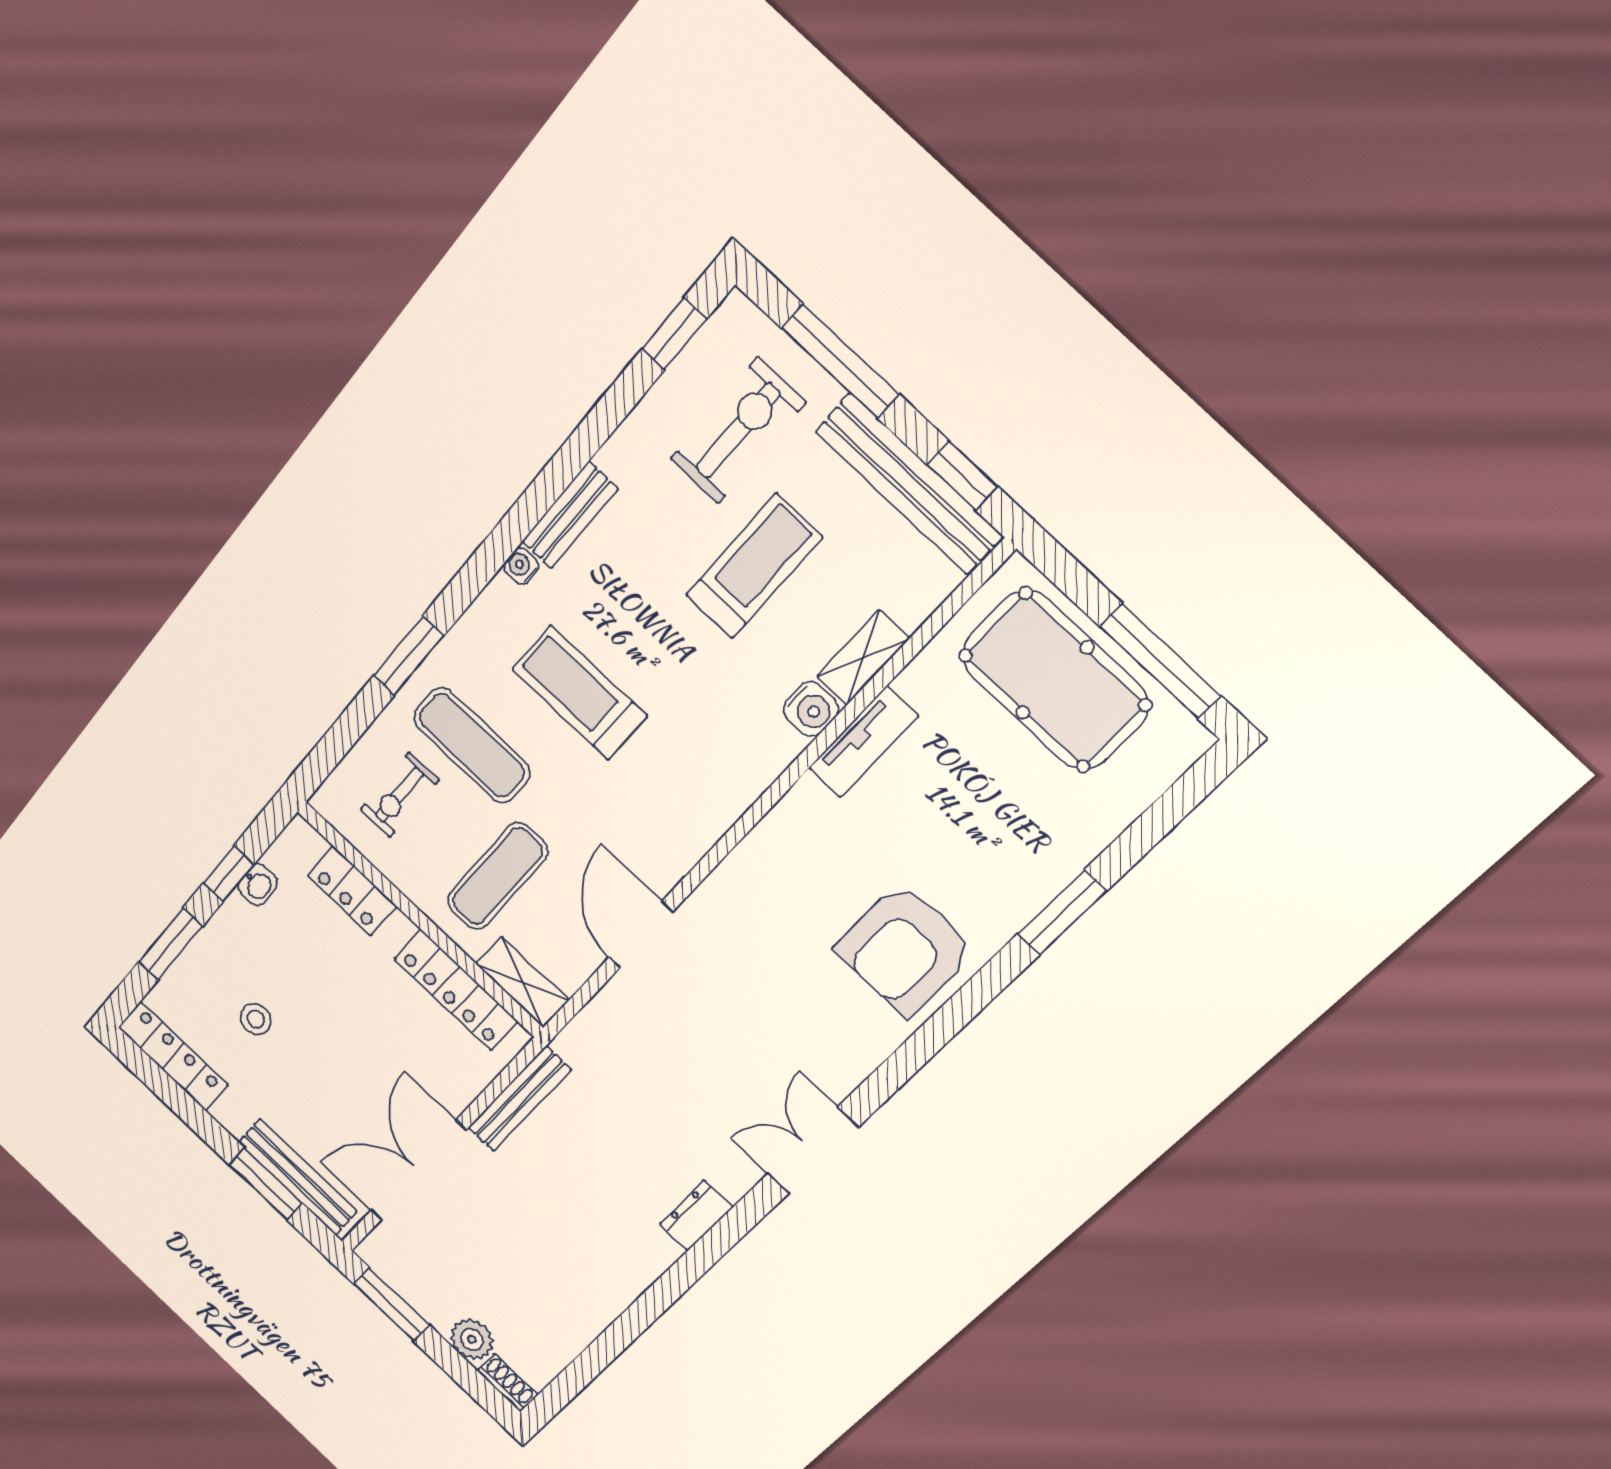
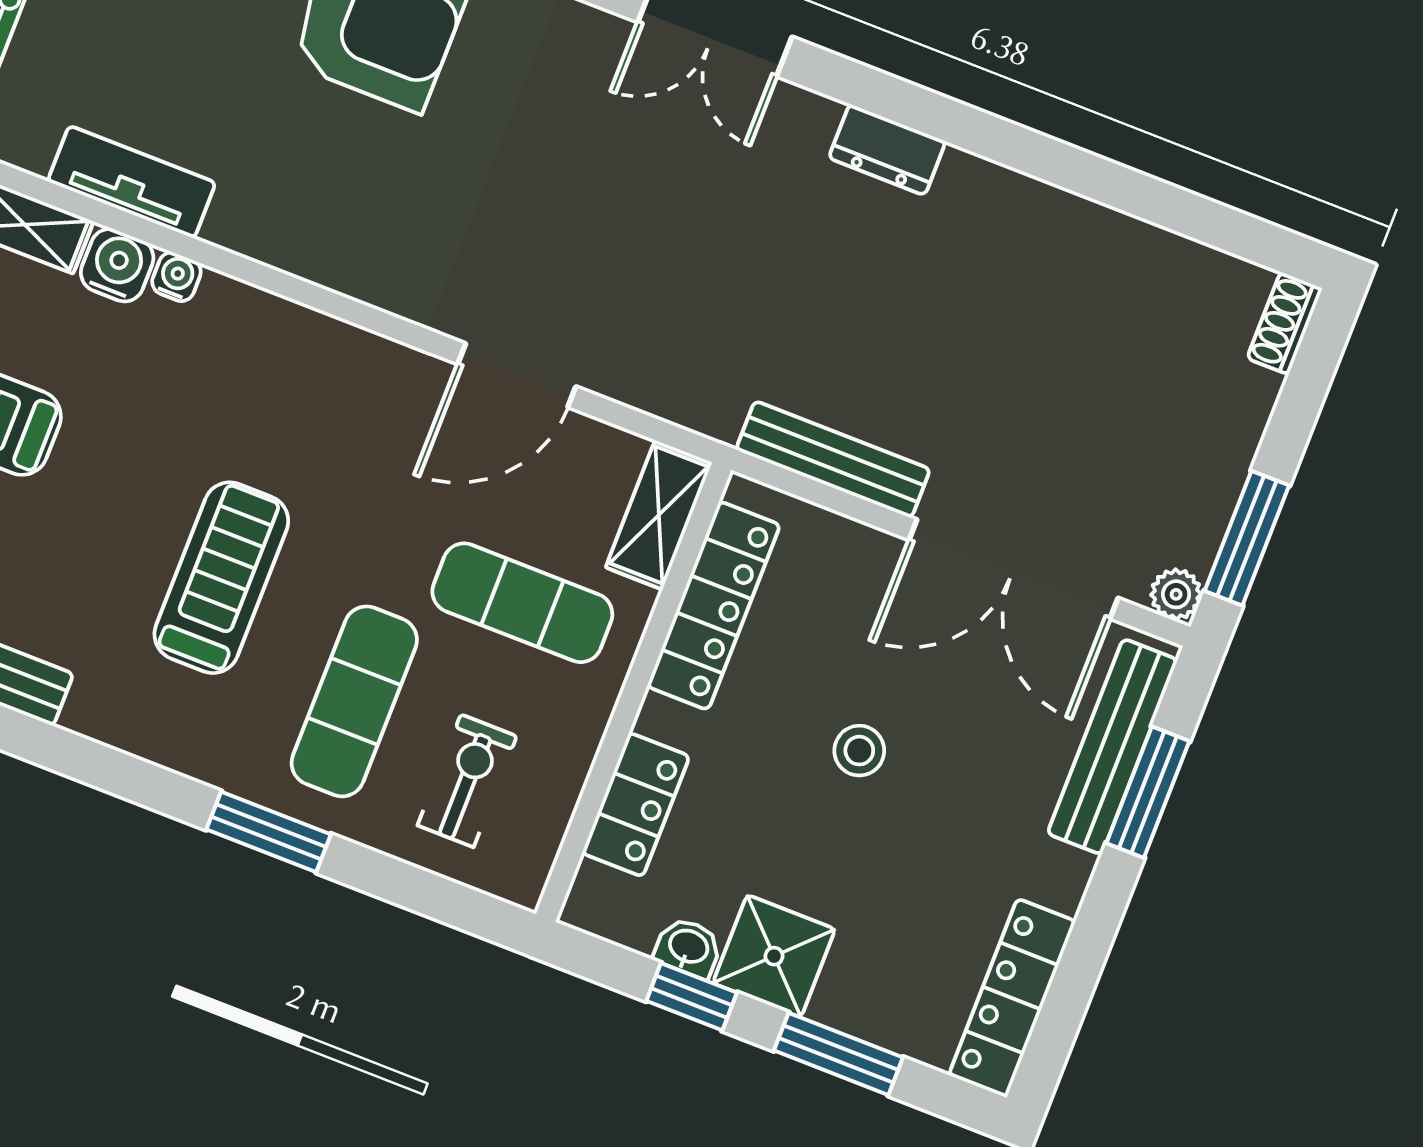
water cooler: (521, 566) -> (176, 277), moved, turned 180
treadmill: (580, 693) -> (221, 578), turned 180
exercise bike: (400, 795) -> (467, 781), turned -90
shower: (238, 933) -> (774, 956), added
stool: (256, 1019) -> (859, 751), moved
plant: (472, 1339) -> (1176, 594), moved, width x0.73, depth x0.73

